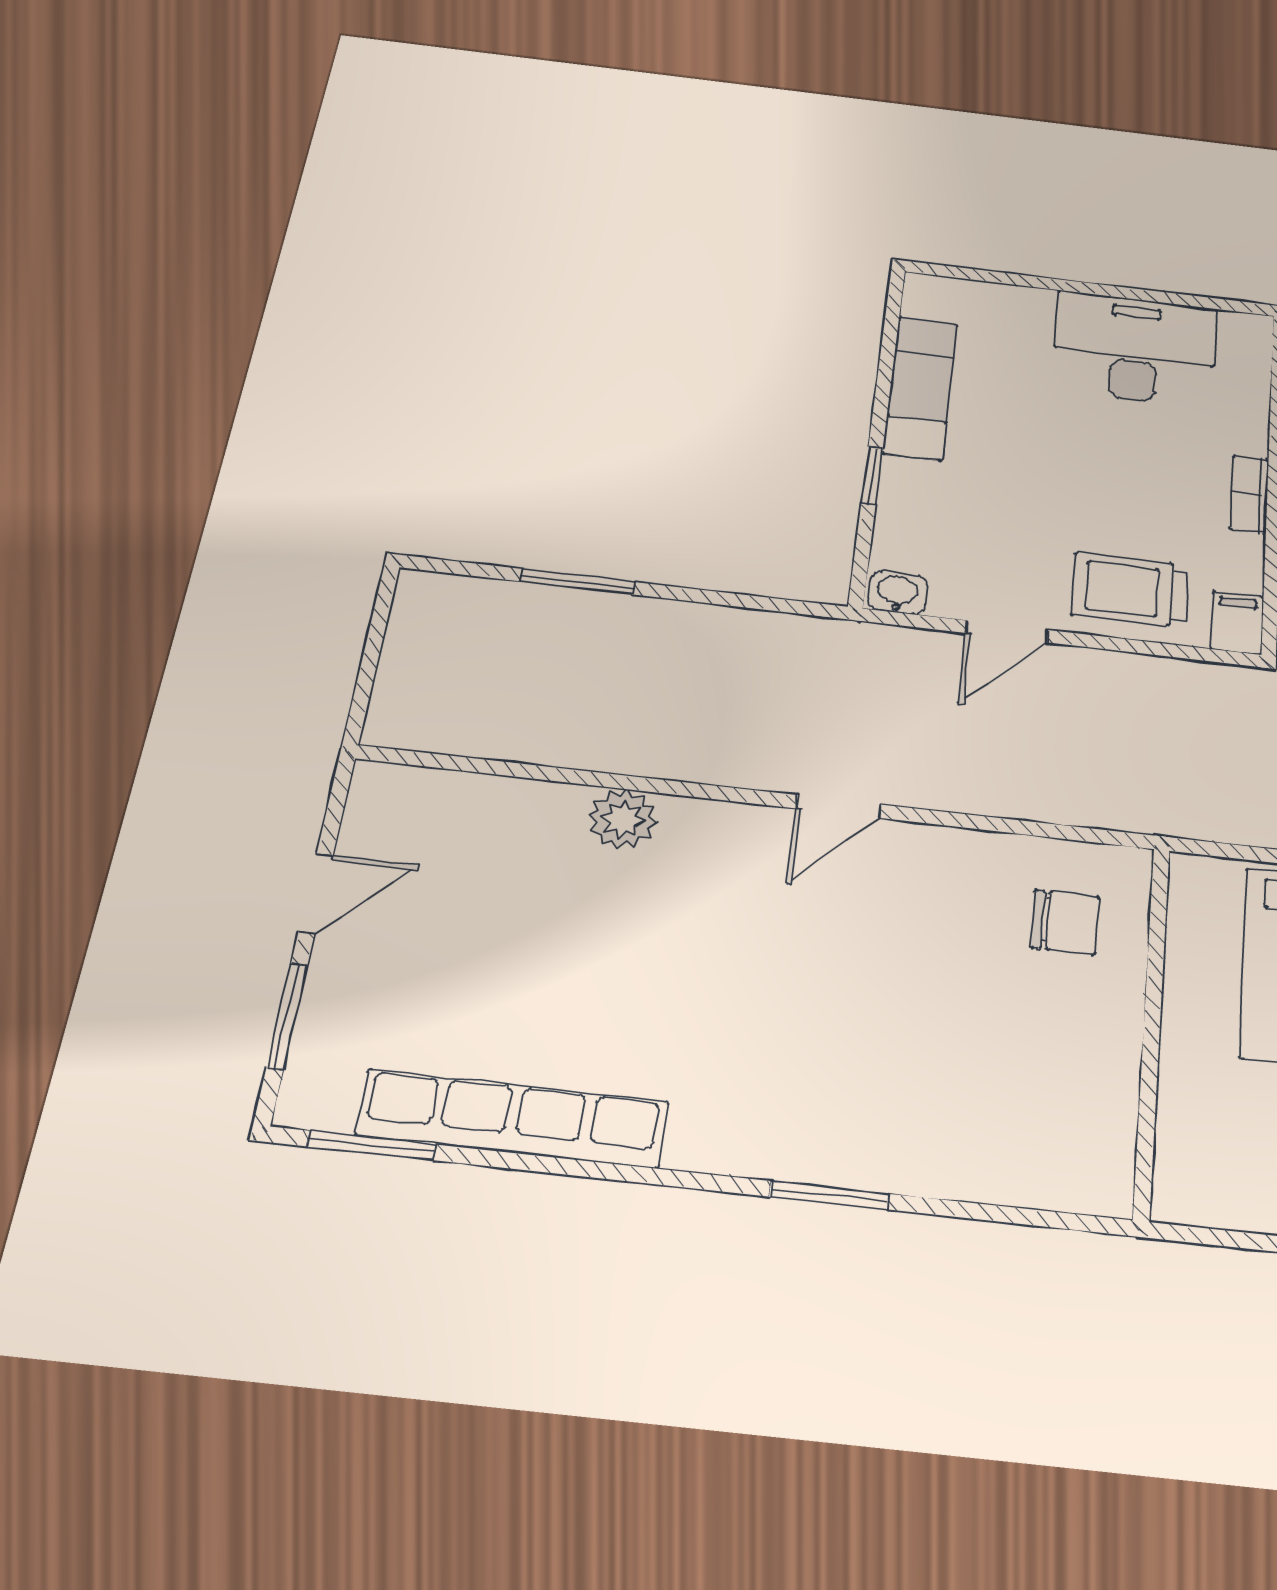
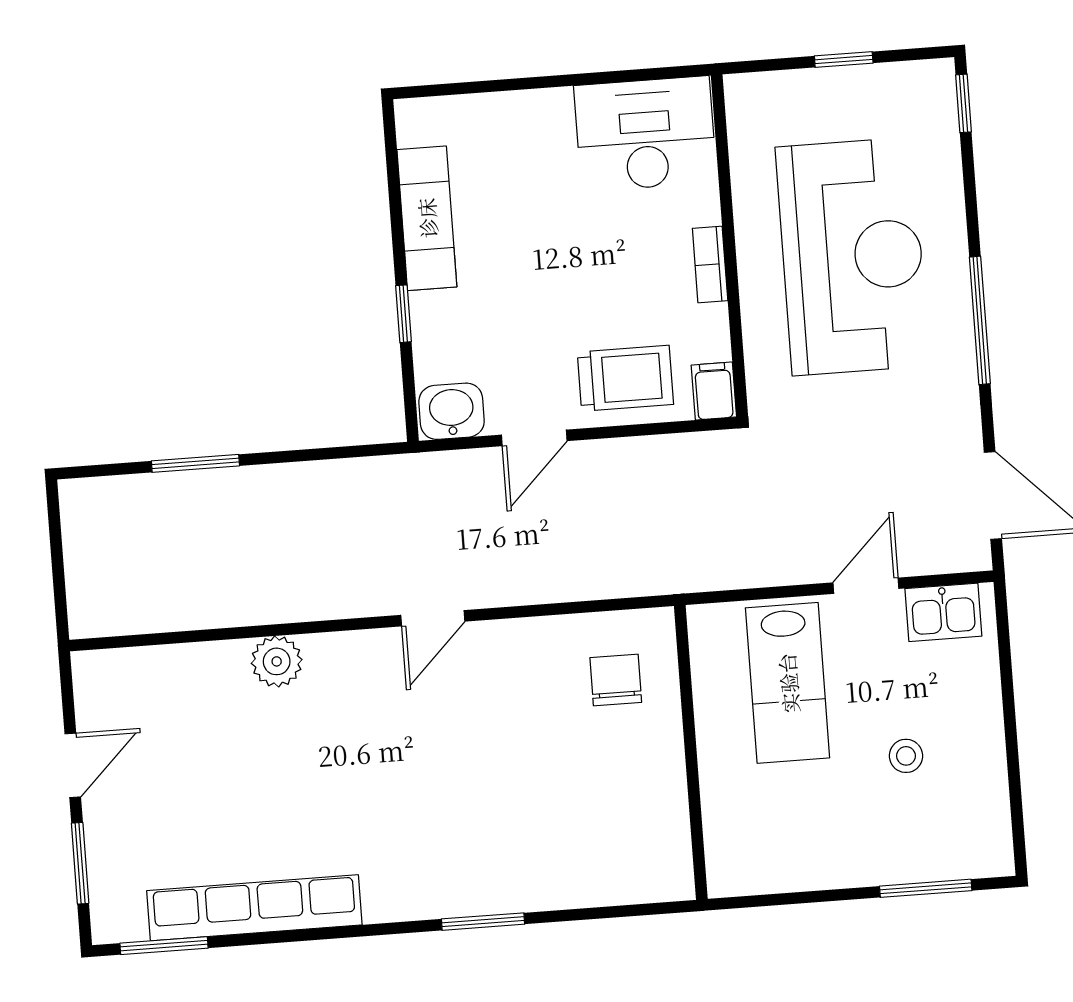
desk: (1134, 349) -> (645, 134), moved
trolley: (1130, 590) -> (625, 378), turned 180
washbasin: (898, 593) -> (452, 411), width x1.38, depth x1.45
chair: (1065, 922) -> (616, 680), turned -90

